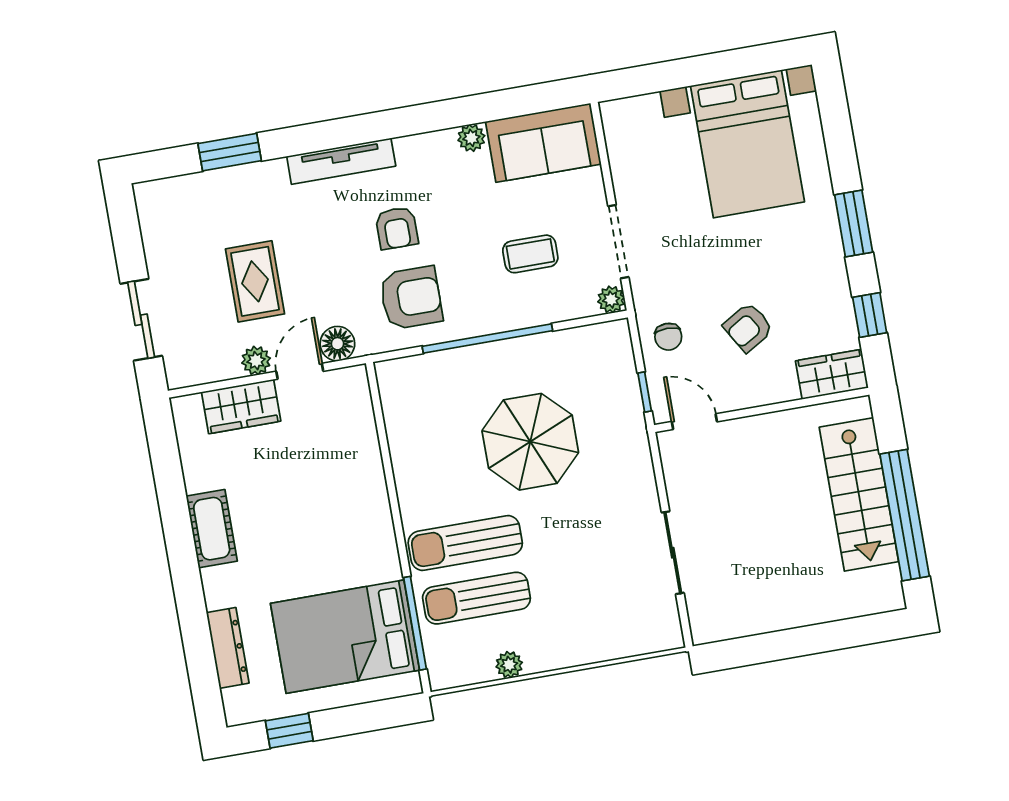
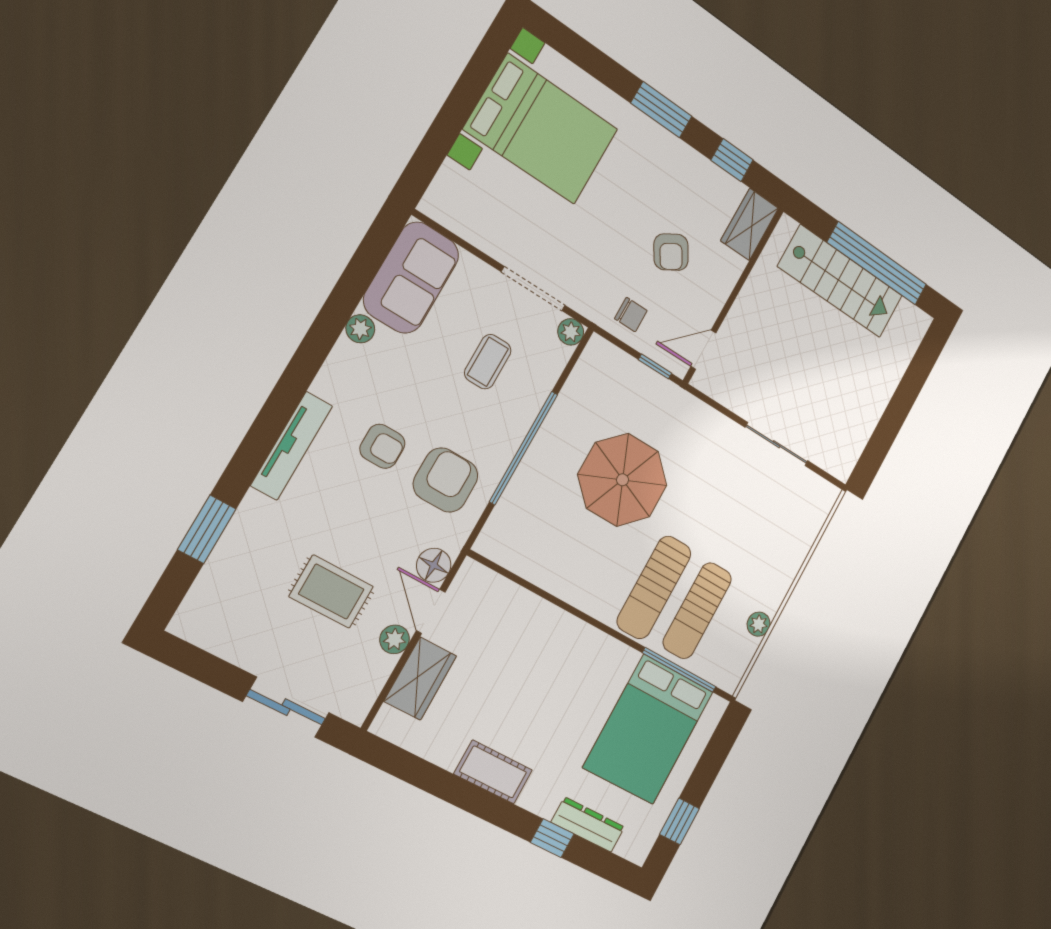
window: (194, 625) -> (552, 838), added

